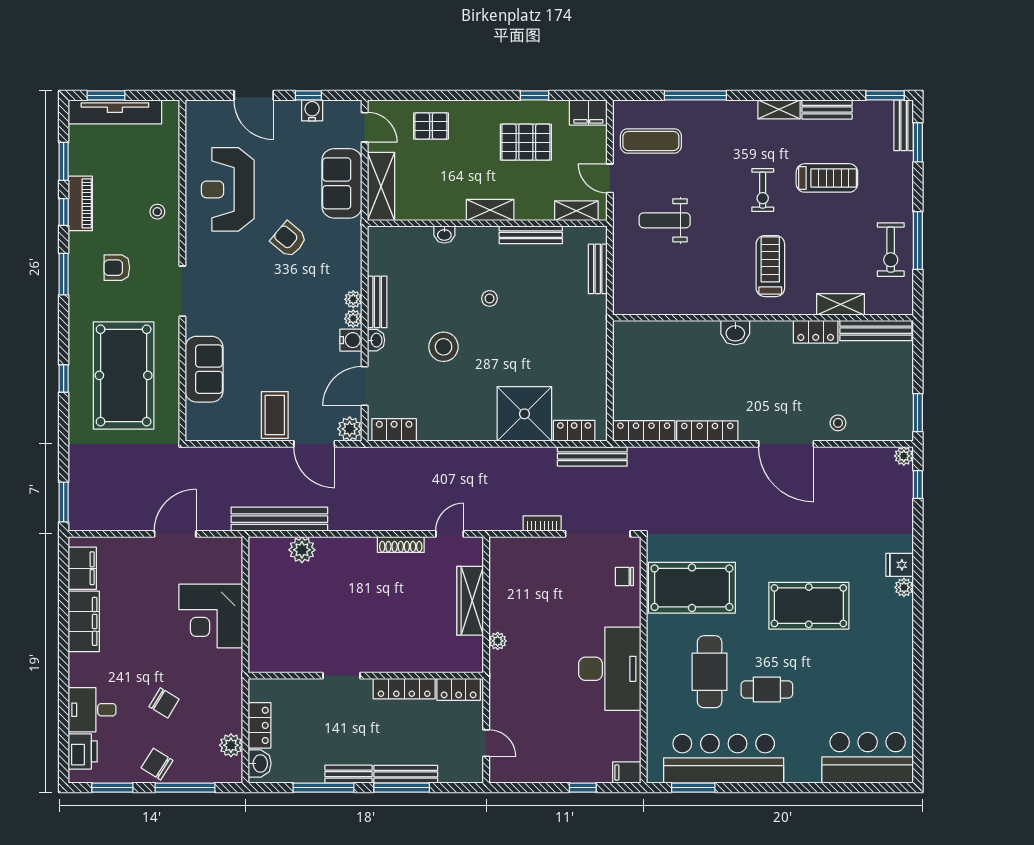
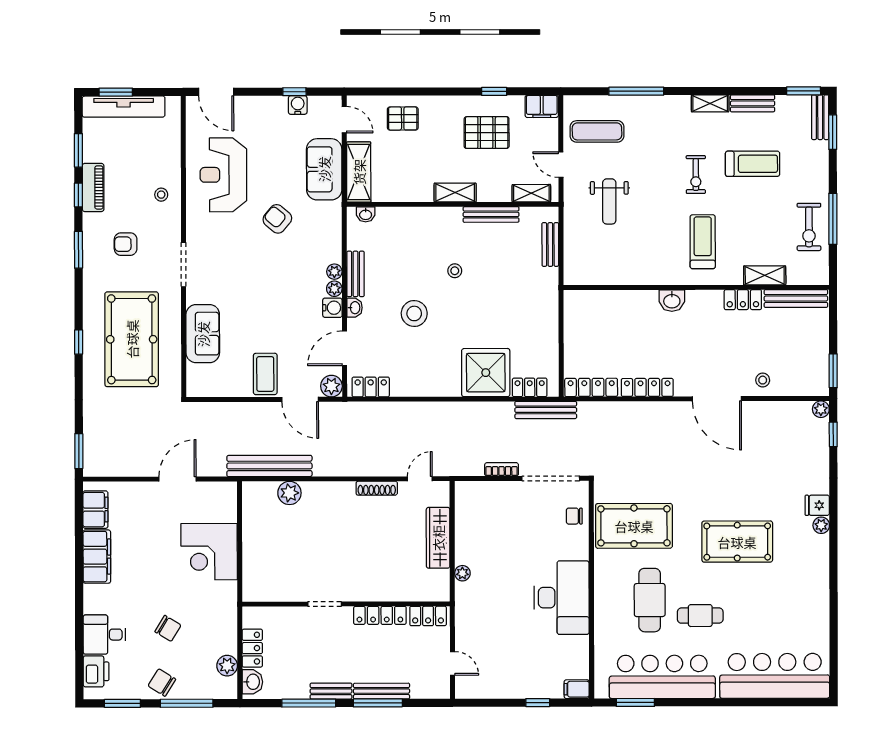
door: (254, 95) -> (216, 92), moved
weight bench: (665, 220) -> (609, 201), turned -90
washbasin: (444, 235) -> (366, 214), moved
bar counter: (868, 758) -> (775, 676), width x1.36

